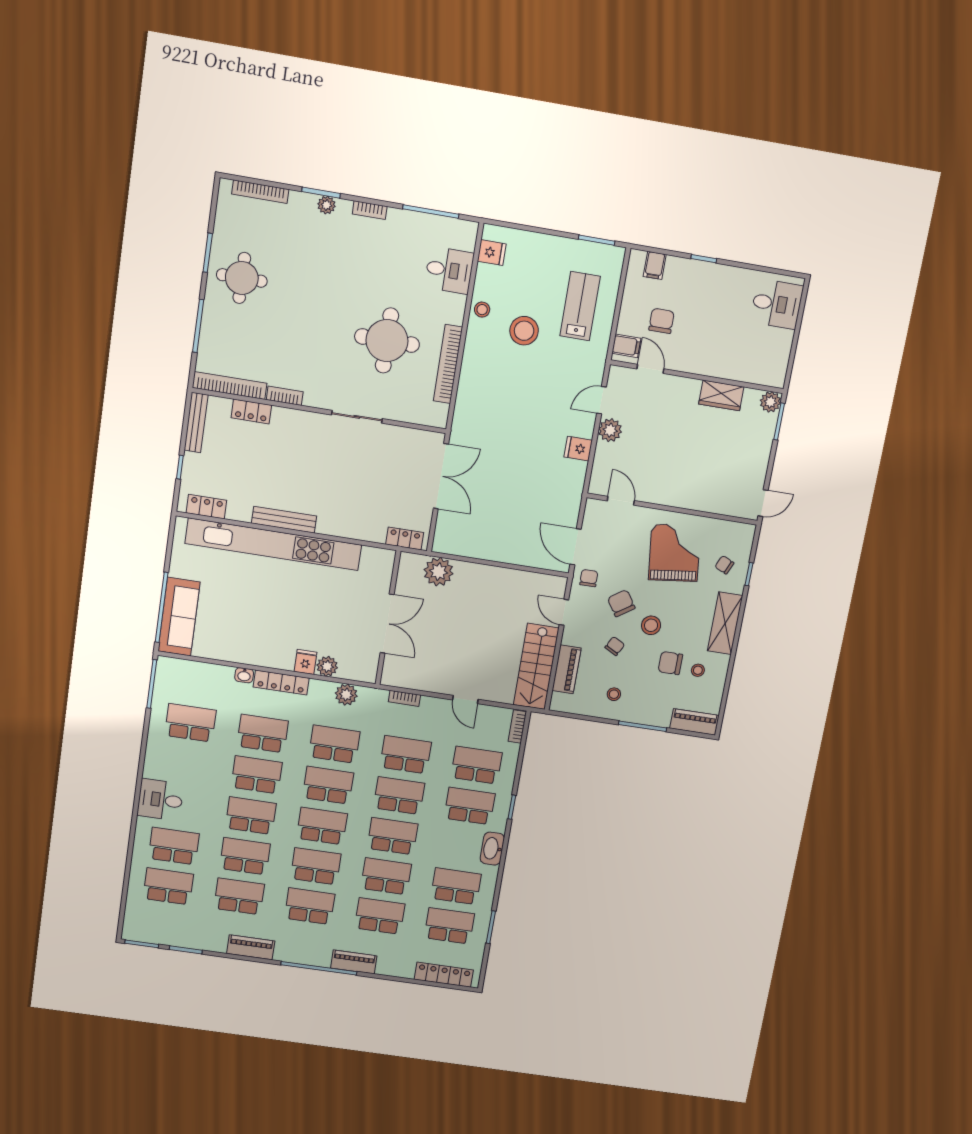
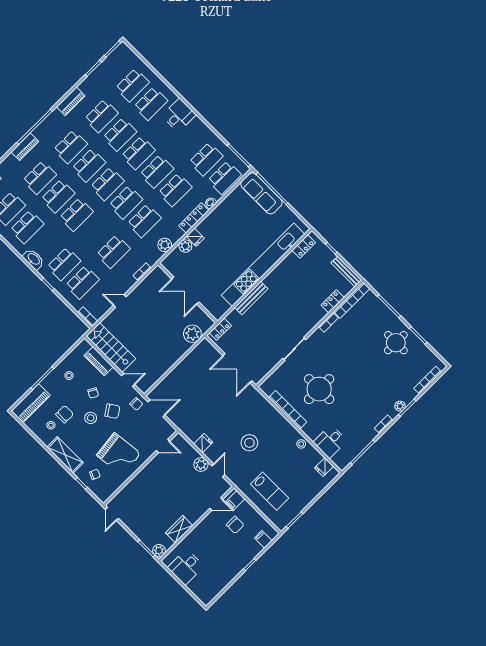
desk: (777, 304) -> (186, 567), moved
stool: (524, 331) -> (249, 443), moved
bench: (284, 520) -> (251, 298), moved
piano: (694, 722) -> (31, 403), width x1.37, depth x1.33
school desk: (399, 796) -> (225, 178), moved

